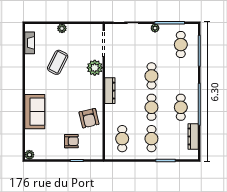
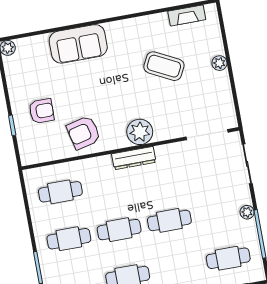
plant: (95, 68) -> (140, 132), moved
armchair: (71, 141) -> (42, 111), turned -90

